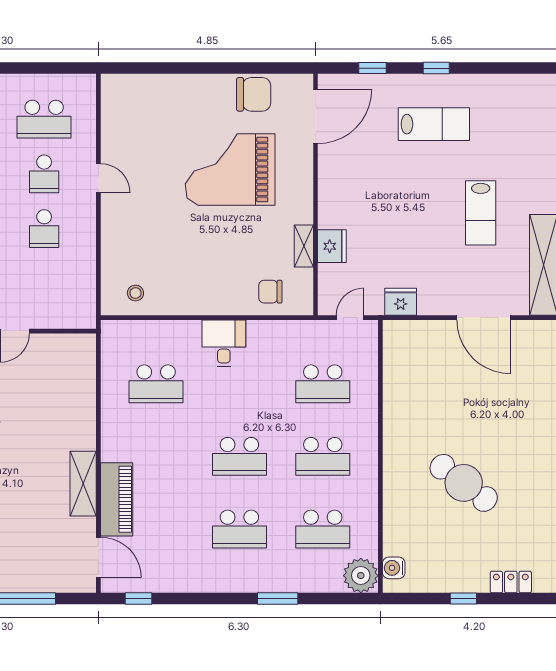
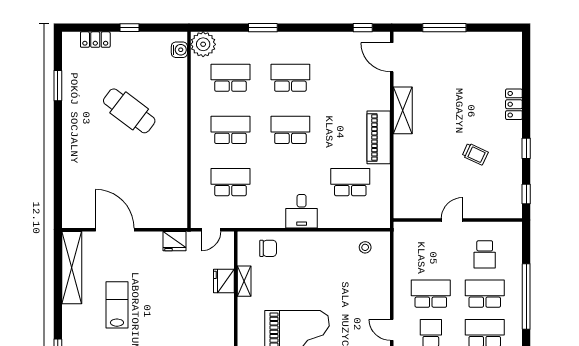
school desk: (44, 229) -> (431, 294), width x1.85
piano: (117, 499) -> (379, 137), moved

